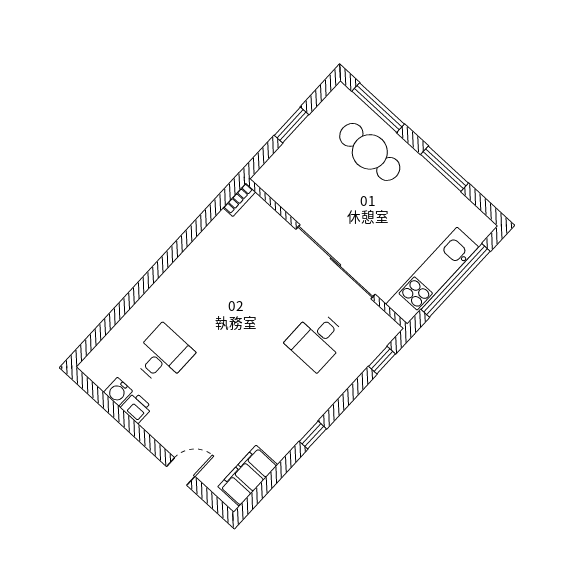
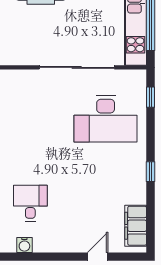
desk: (317, 340) -> (106, 119), width x1.87, depth x1.30
printer: (136, 408) -> (42, 244), removed

